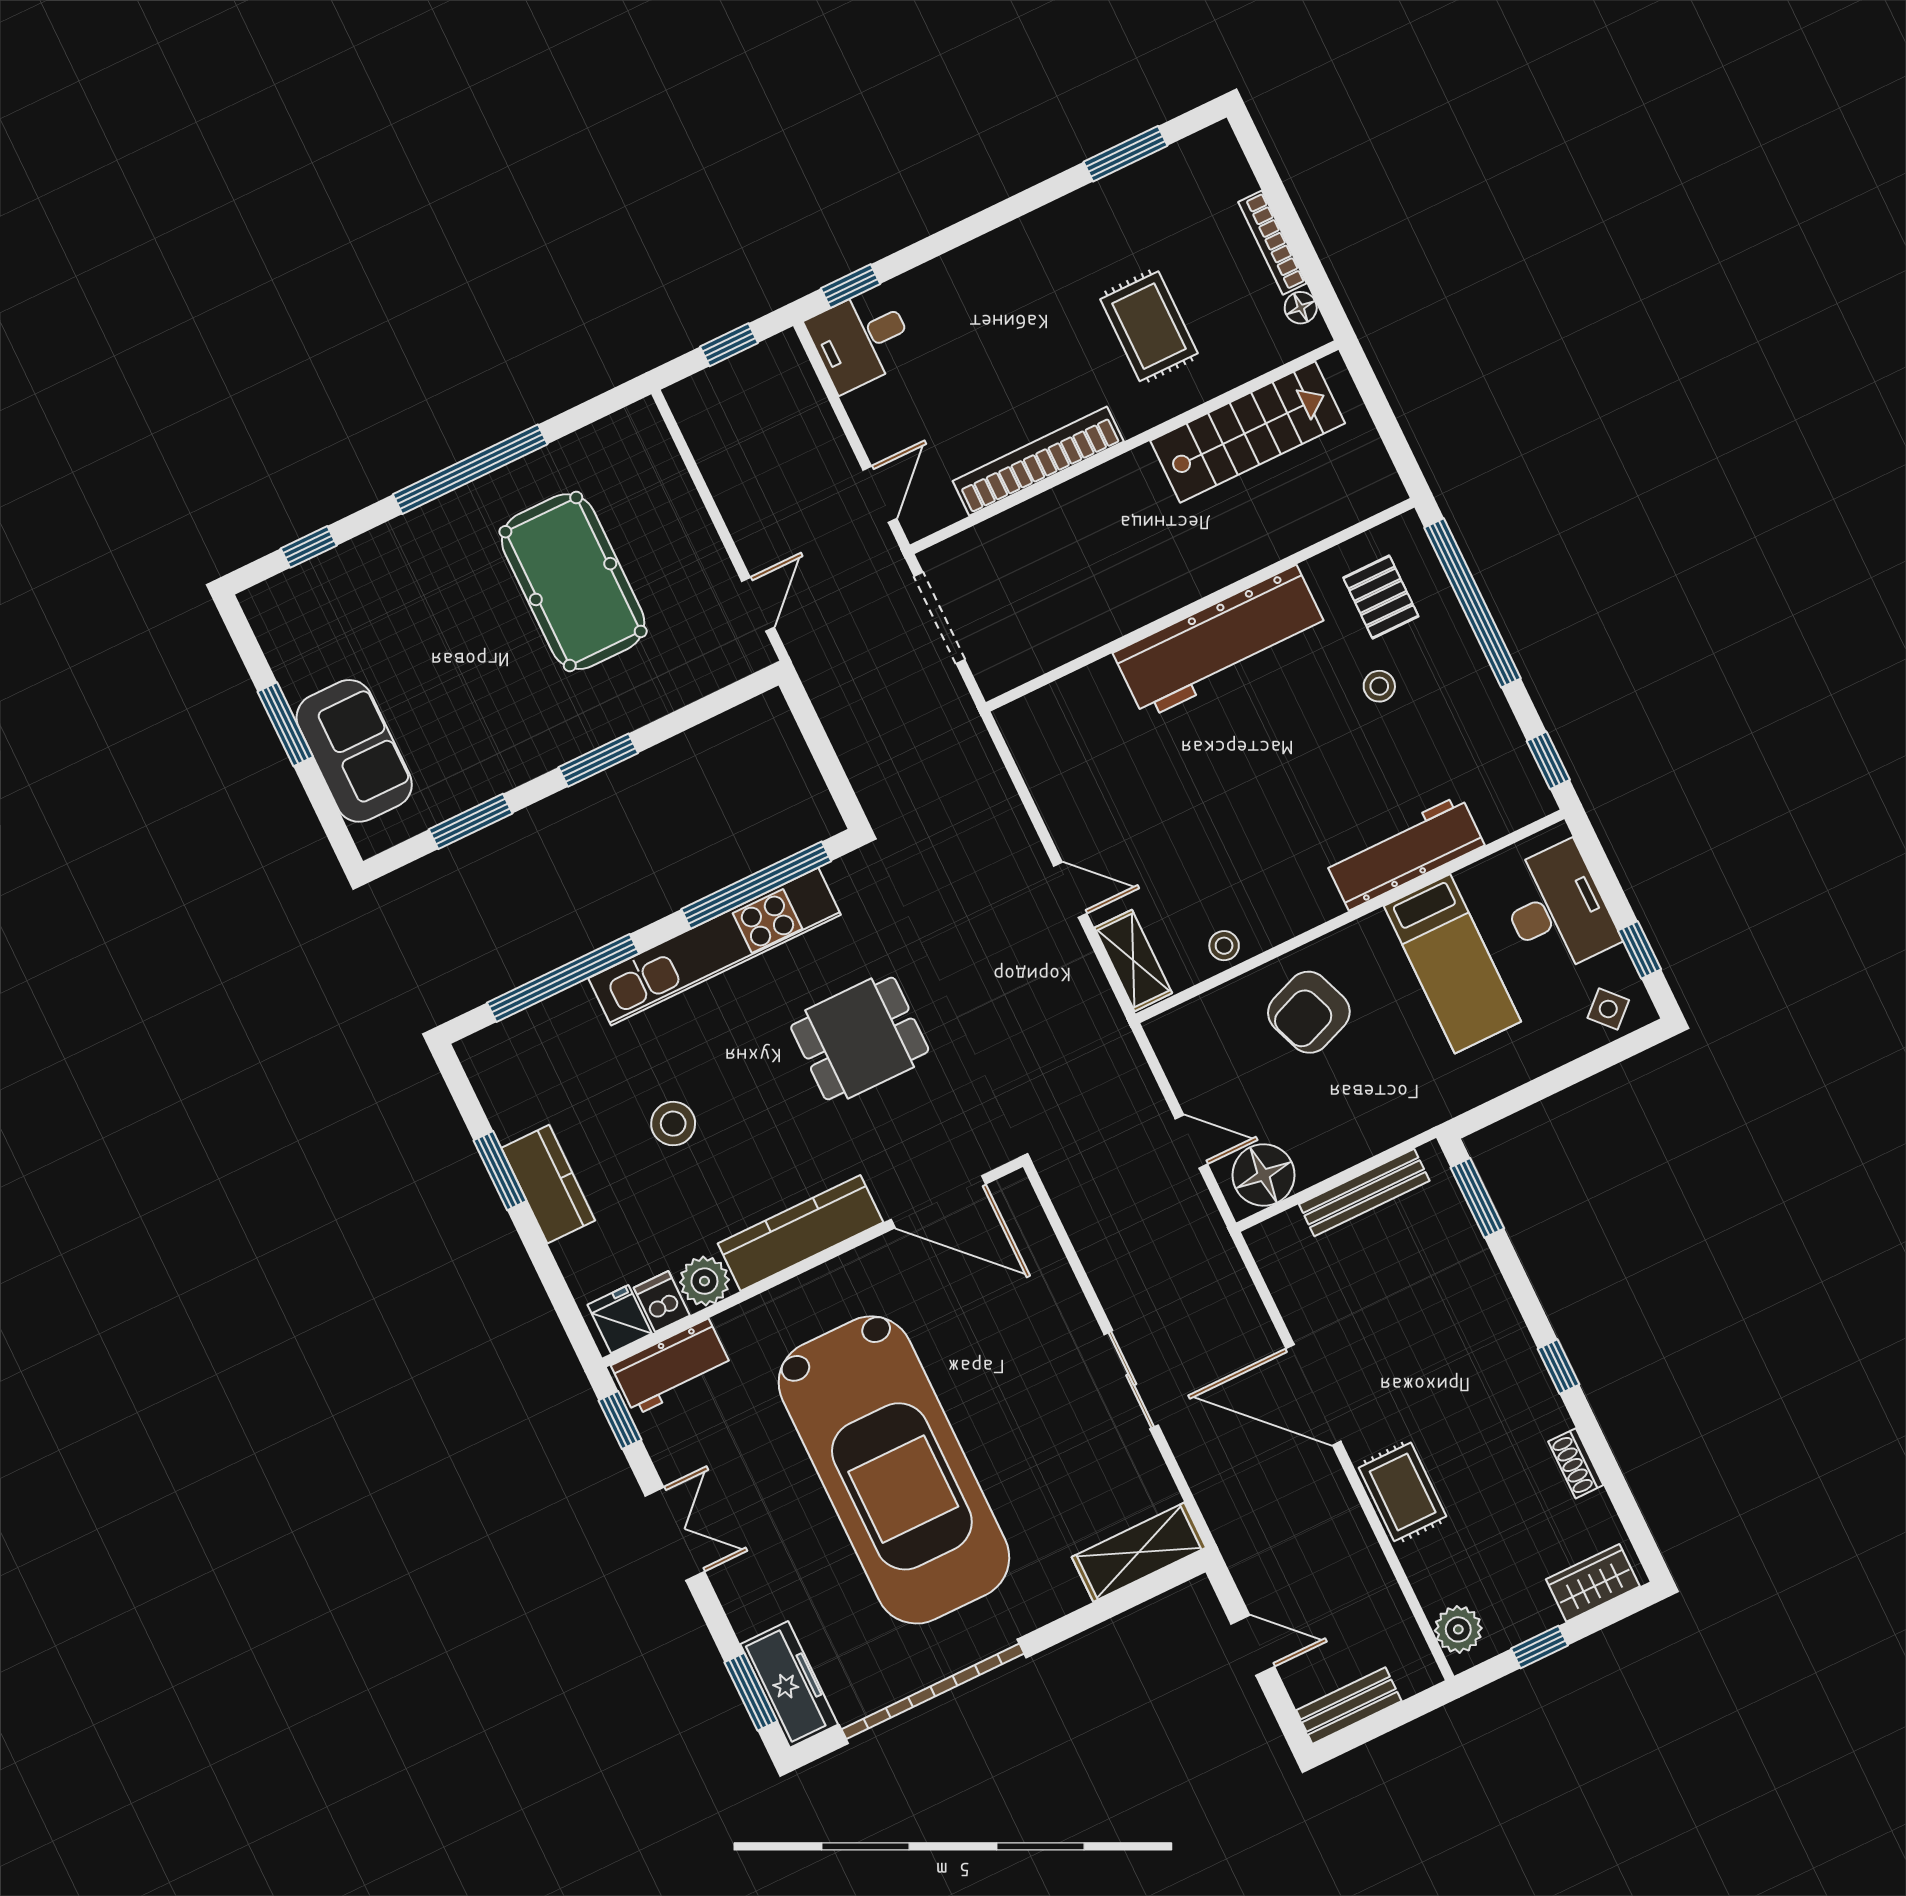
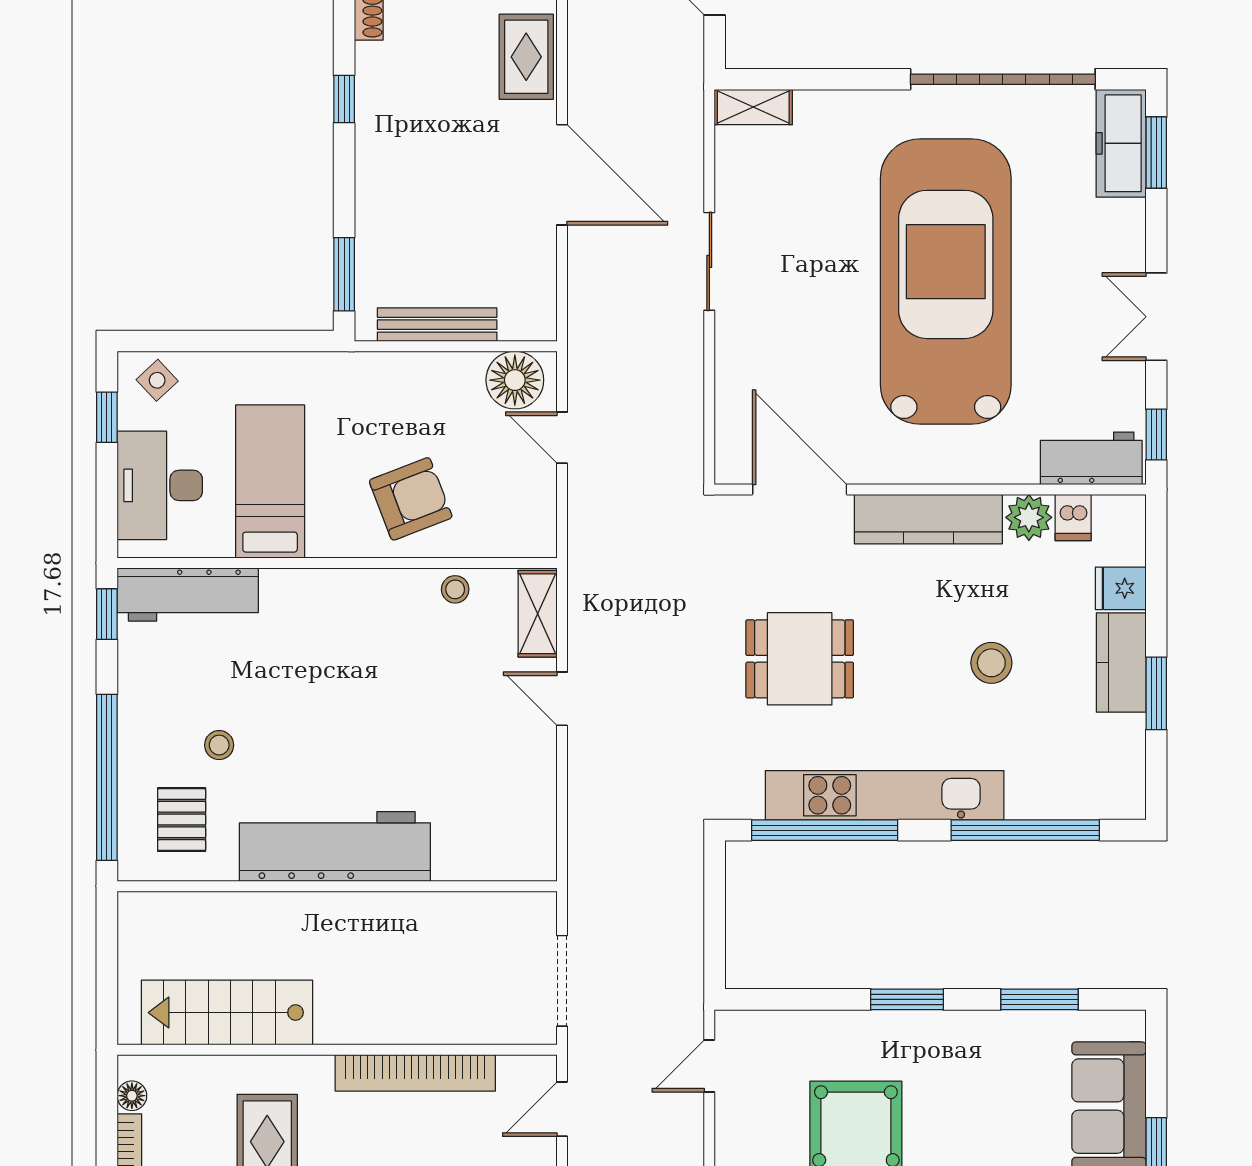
workbench: (1405, 853) -> (188, 595), moved
fridge: (620, 1319) -> (1121, 588), moved, turned 90
shelving: (1139, 1552) -> (753, 107), width x0.67, depth x0.75

